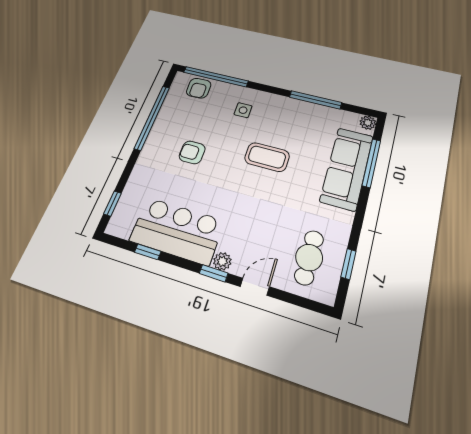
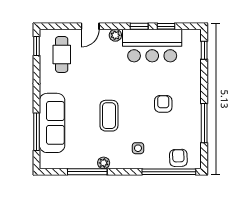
window: (152, 117) -> (204, 123), width x0.68
plant: (368, 123) -> (104, 163), moved
armchair: (192, 152) -> (163, 104), turned -90
coffee table: (267, 157) -> (109, 116), turned 90
window: (349, 264) -> (36, 46), moved
window: (214, 273) -> (139, 26), moved

